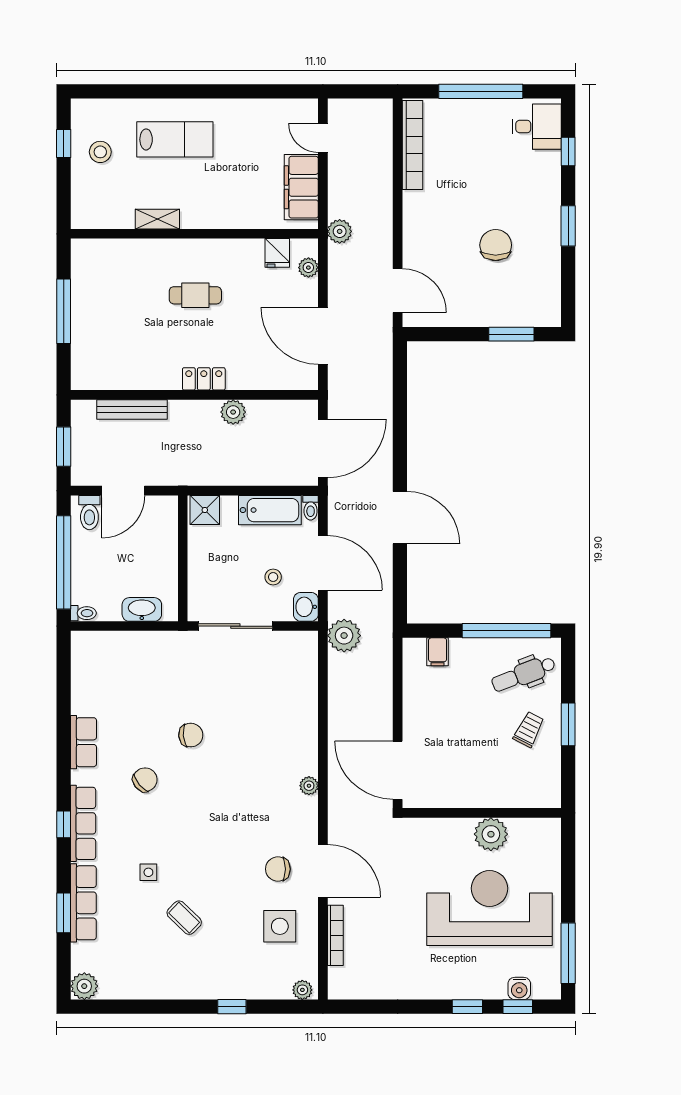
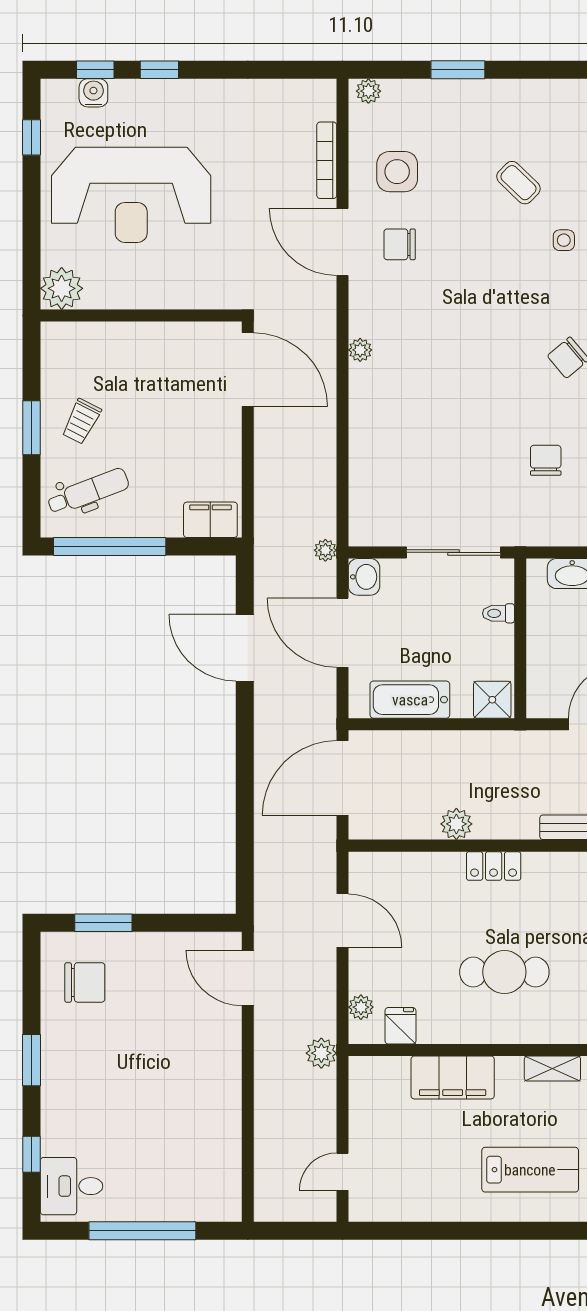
door: (323, 138) -> (343, 1172), swing flipped
lab bench: (175, 139) -> (530, 1170), turned 180
bookcase: (412, 145) -> (229, 1163), removed
filing cabinet: (301, 187) -> (453, 1077), moved, turned 90
chair: (496, 245) -> (85, 982), moved, turned -90
cafe table: (195, 295) -> (504, 972), width x1.37, depth x1.35
door: (323, 336) -> (343, 920), width x0.73
toilet: (311, 508) -> (499, 613), moved, turned -90
door: (400, 518) -> (245, 648), moved
stool: (273, 577) -> (406, 615), removed
plant: (344, 636) -> (325, 550), width x0.53, depth x0.53
filing cabinet: (438, 652) -> (210, 520), width x2.00
chair: (191, 735) -> (546, 460), moved, turned 95
plant: (491, 834) -> (62, 288), moved
chair: (278, 869) -> (400, 244), turned 180
window: (568, 953) -> (32, 137), width x0.46
window: (232, 1007) -> (458, 70), width x1.50

